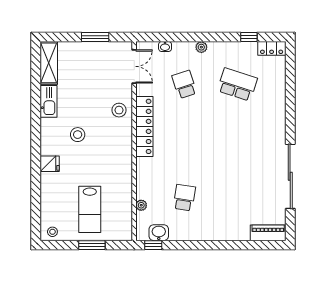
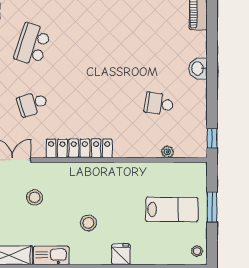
stool: (119, 110) -> (35, 197), moved
washbasin: (159, 233) -> (198, 69), moved

